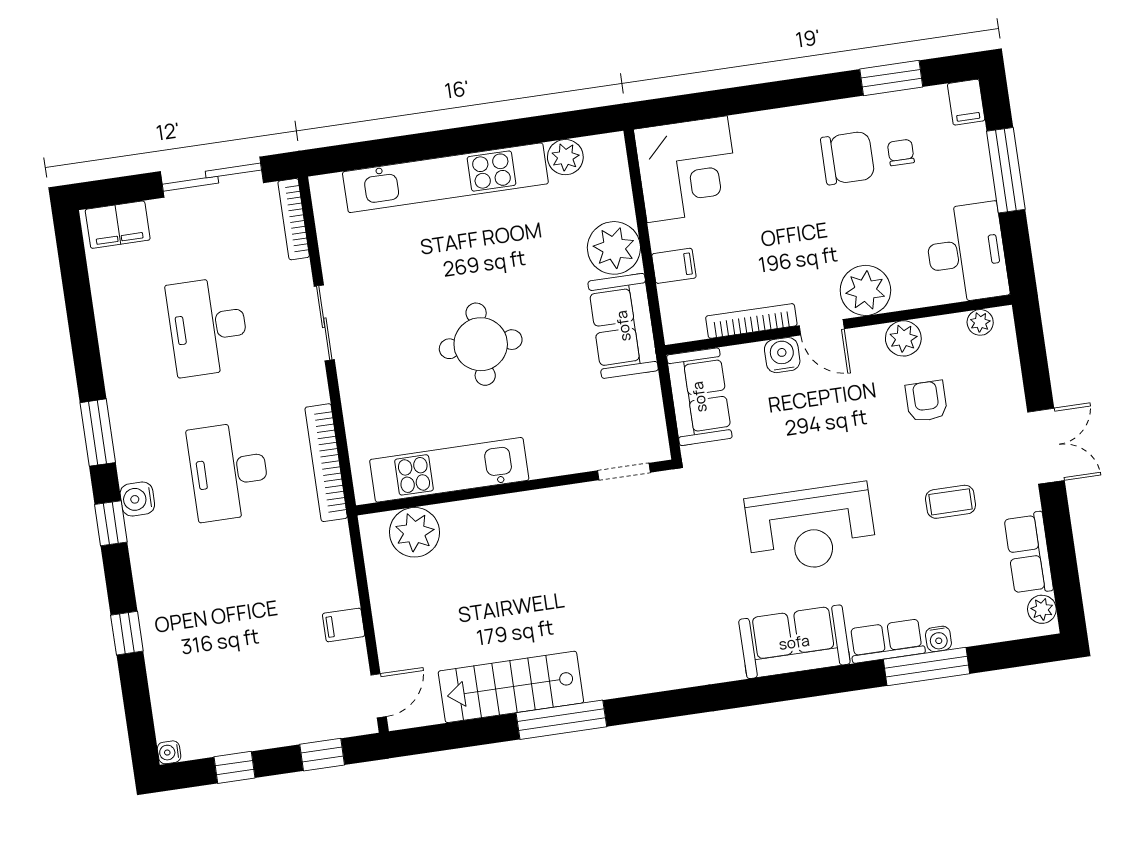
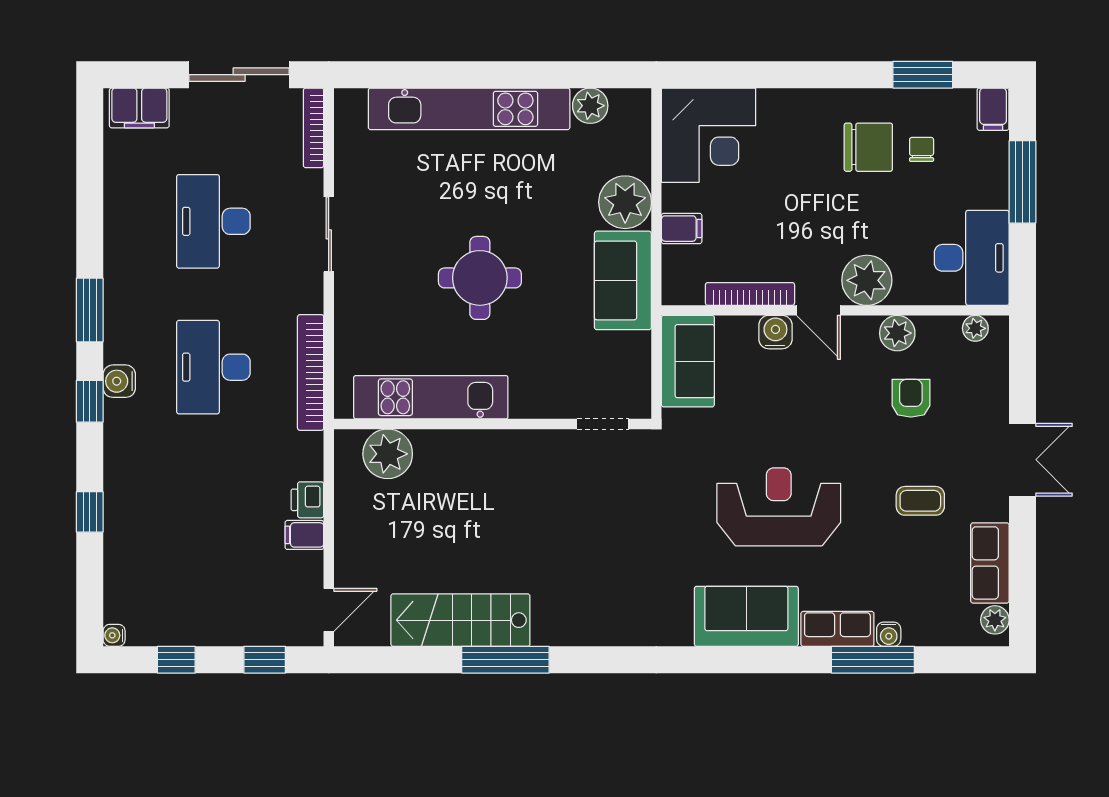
reception desk: (811, 528) -> (779, 507), turned 180
printer: (341, 590) -> (307, 500), added

